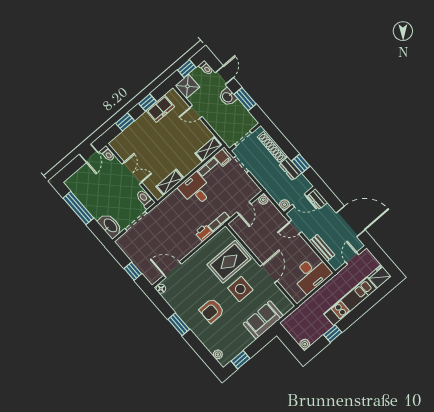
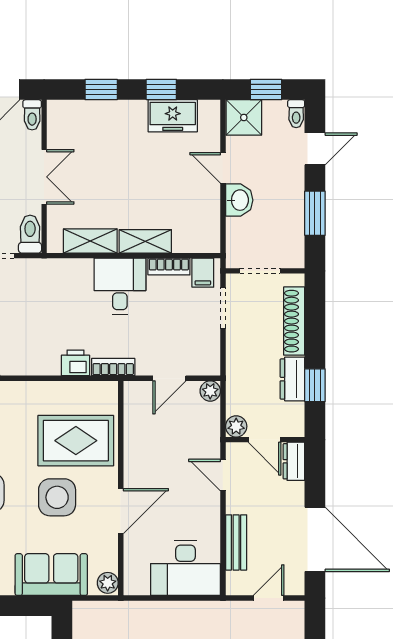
washbasin: (228, 97) -> (239, 200), moved, turned 180
shelving: (208, 149) -> (145, 241), moved
plant: (287, 305) -> (108, 583), added

